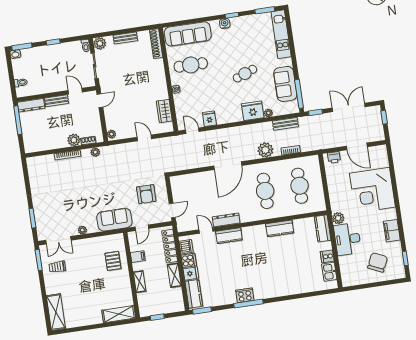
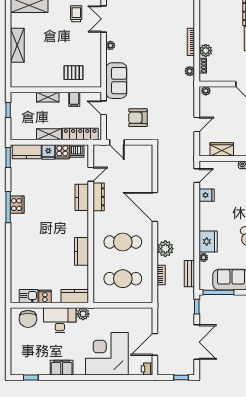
printer: (334, 157) -> (147, 369), moved
chair: (378, 262) -> (28, 319), moved, turned 65
shelving: (119, 314) -> (17, 45), moved

